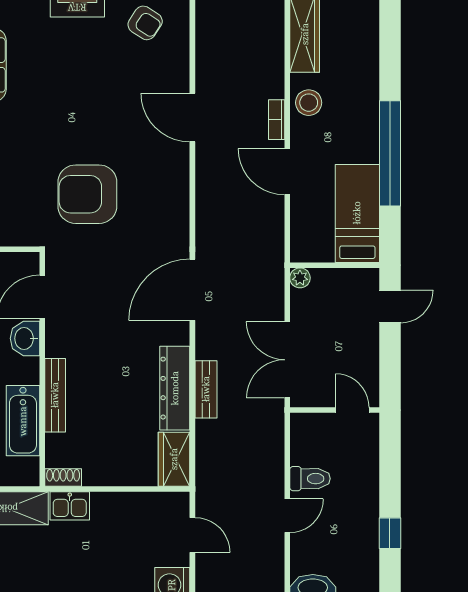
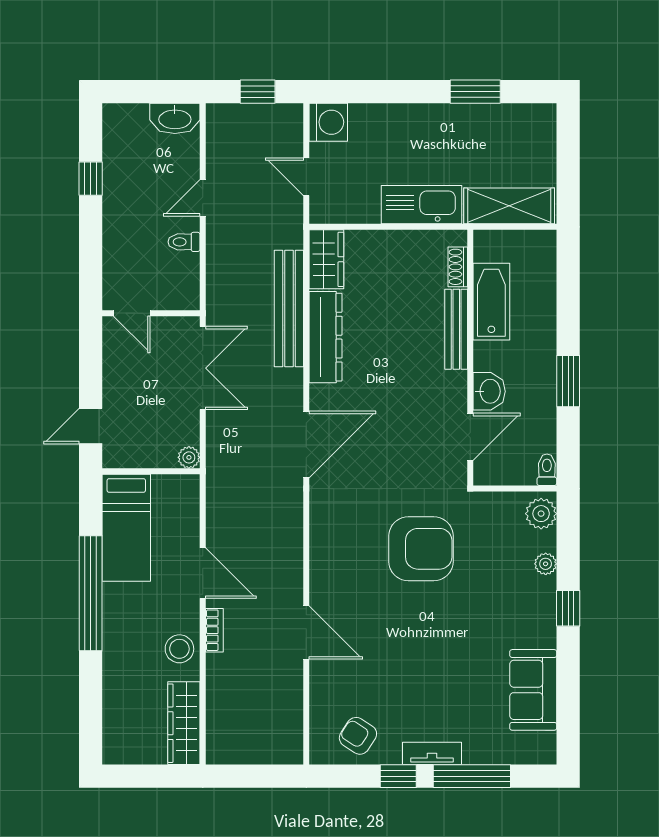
bench: (206, 389) -> (289, 309), width x1.86, depth x1.21
shoe rack: (63, 478) -> (458, 267), moved, turned 90
toilet: (310, 479) -> (184, 242), width x0.73, depth x0.72
kitchen sink: (70, 506) -> (422, 205), width x1.88, depth x1.24

